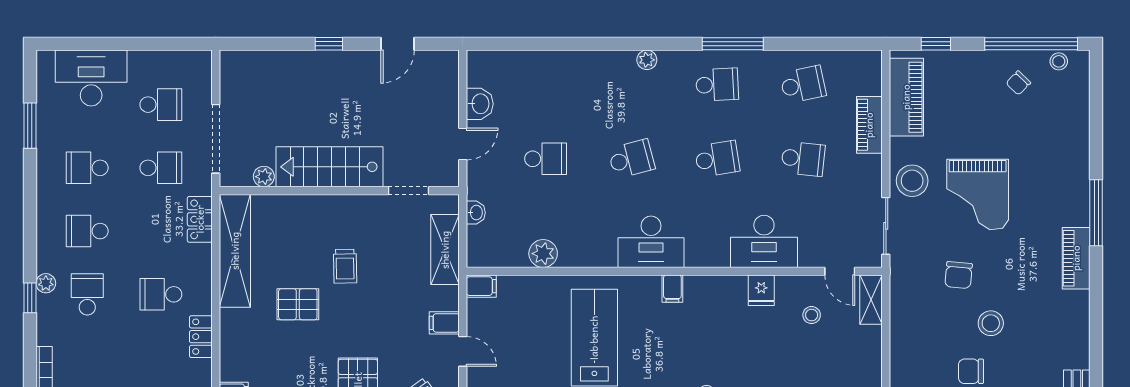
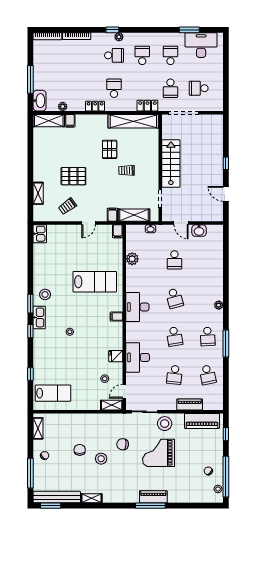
desk: (91, 78) -> (201, 45), moved, turned -90
school desk: (161, 105) -> (199, 88), turned 90
plant: (264, 177) -> (167, 134), removed
piano: (1076, 258) -> (153, 497), moved
filing cabinet: (444, 323) -> (112, 215), moved
shelving: (1079, 345) -> (92, 498), added

